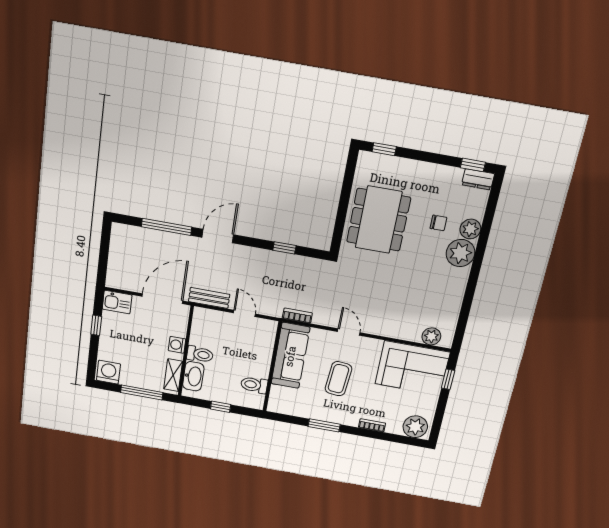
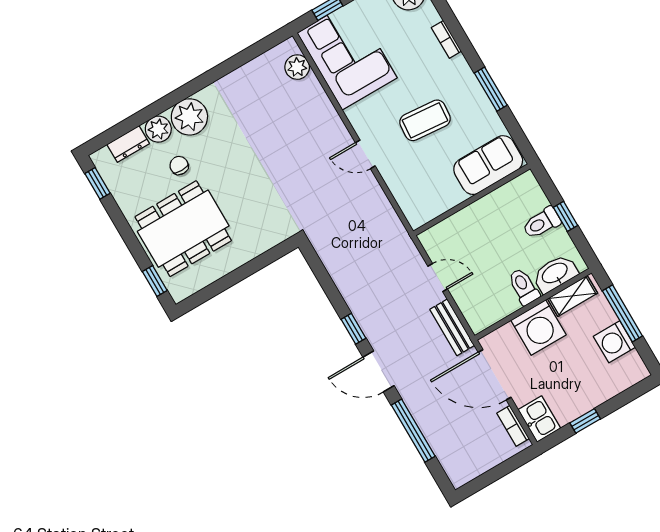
dresser: (478, 179) -> (128, 144), moved, turned 90
dining table: (379, 220) -> (183, 229), moved
window: (284, 248) -> (353, 329), moved
door: (244, 313) -> (438, 278), swing flipped
bookcase: (297, 316) -> (513, 426), moved
door: (349, 332) -> (365, 154), hinge flipped
washing machine: (177, 345) -> (538, 328), width x1.89, depth x1.89
sofa: (290, 356) -> (488, 165), moved, width x0.73
washing machine: (108, 372) -> (614, 342), moved
toilet: (254, 385) -> (542, 223), moved, turned 90

